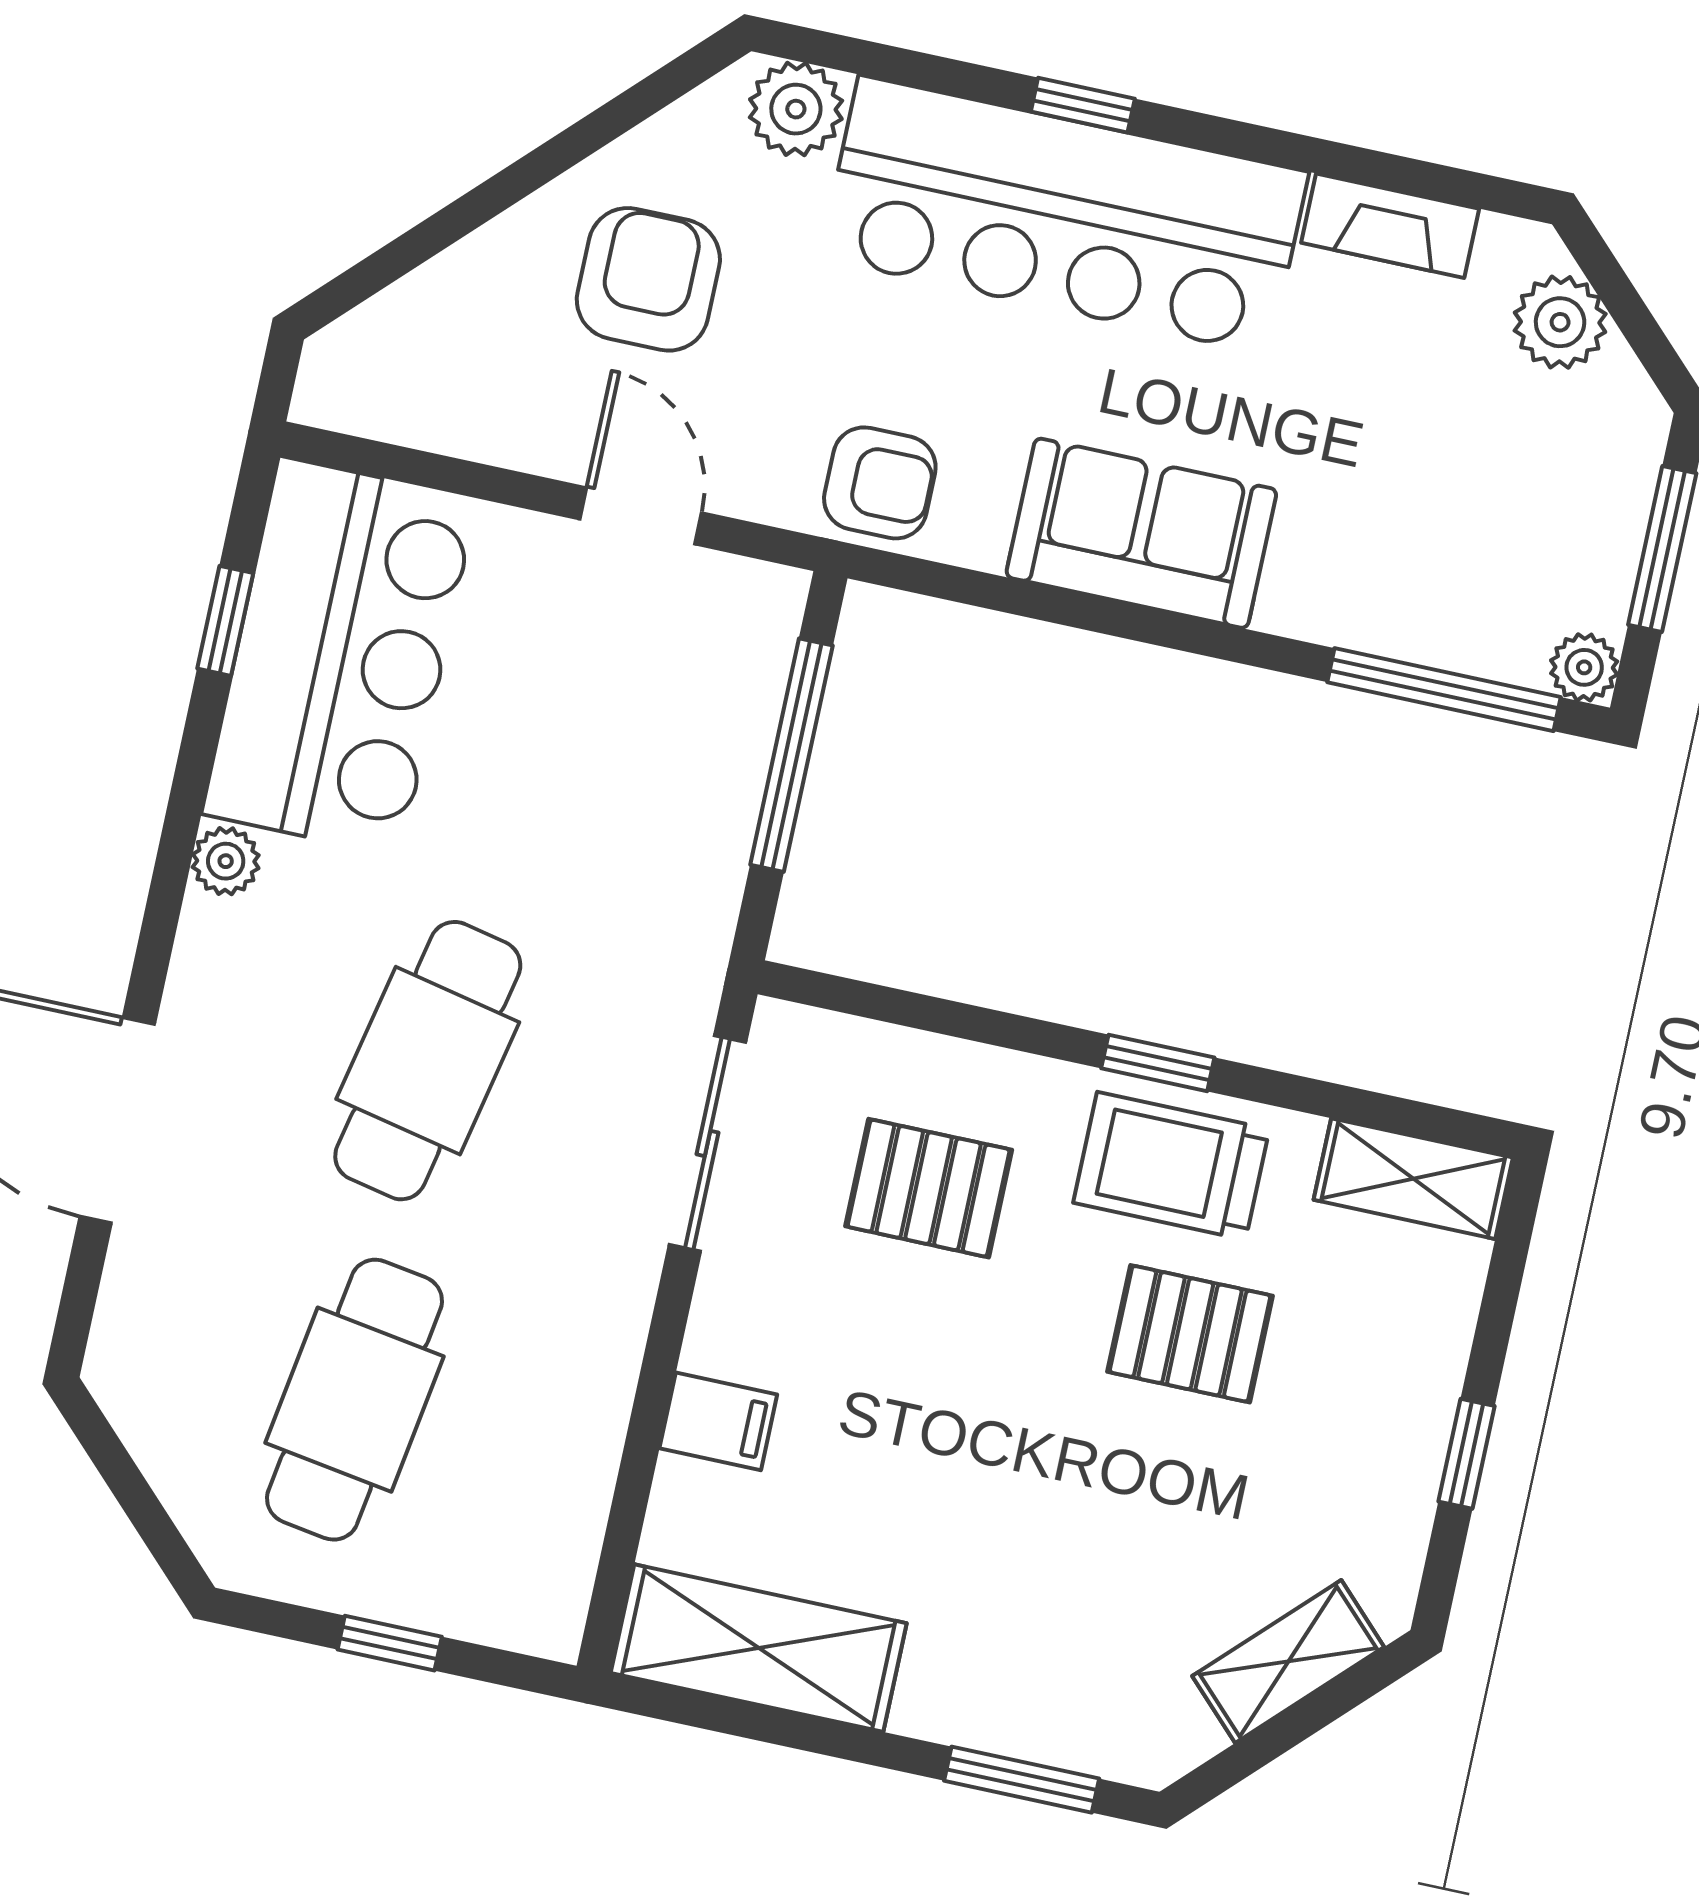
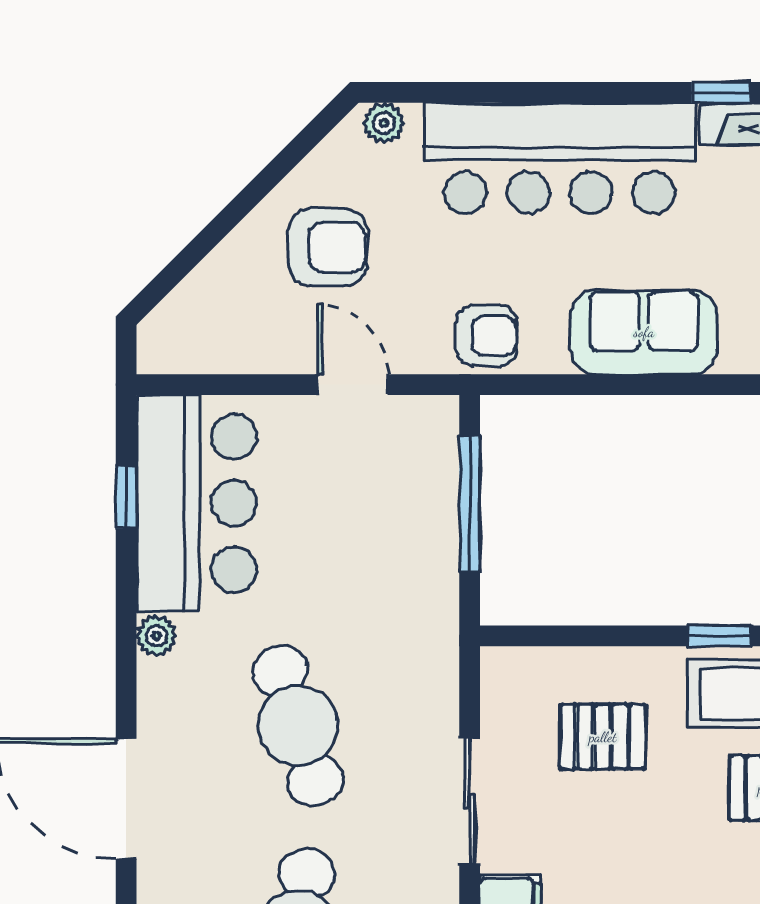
window: (1083, 105) -> (721, 92), moved
plant: (796, 109) -> (384, 123), width x0.73, depth x0.73
armchair: (648, 279) -> (328, 247), turned 90
cafe table: (428, 1061) -> (298, 726), turned -30
sliding door: (707, 1143) -> (470, 801), moved

